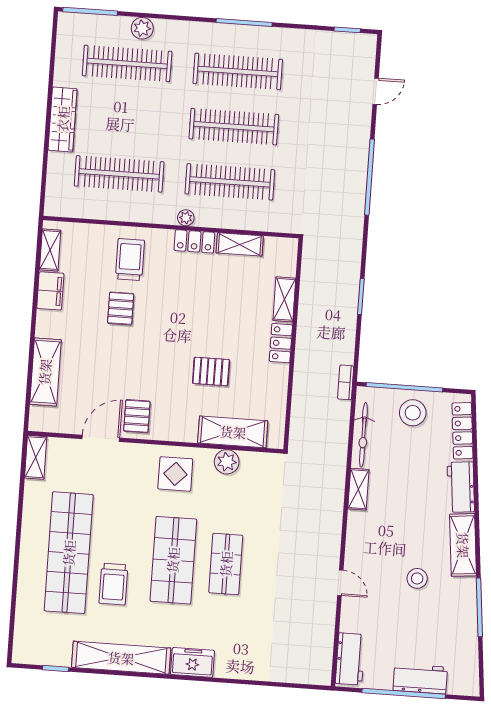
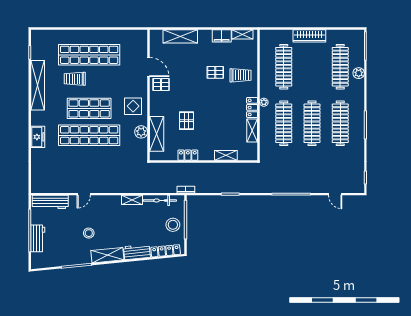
locker: (281, 343) -> (188, 155), moved
shelving: (36, 457) -> (136, 35), removed
shop shelf: (226, 564) -> (89, 135), width x2.00, depth x1.36
workbench: (350, 659) -> (50, 202), width x1.37
freezer: (193, 662) -> (38, 137), moved

